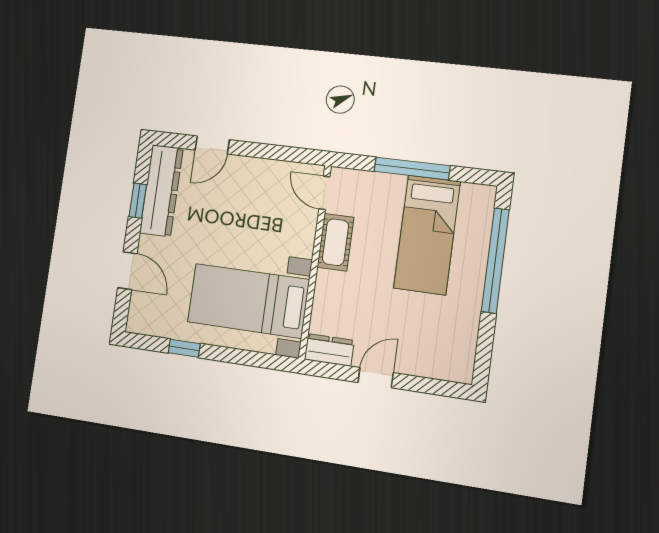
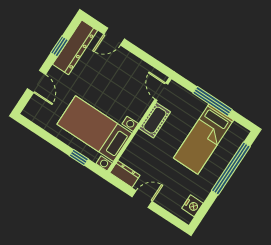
window: (184, 348) -> (79, 157), moved
nightstand: (462, 351) -> (192, 206), added

